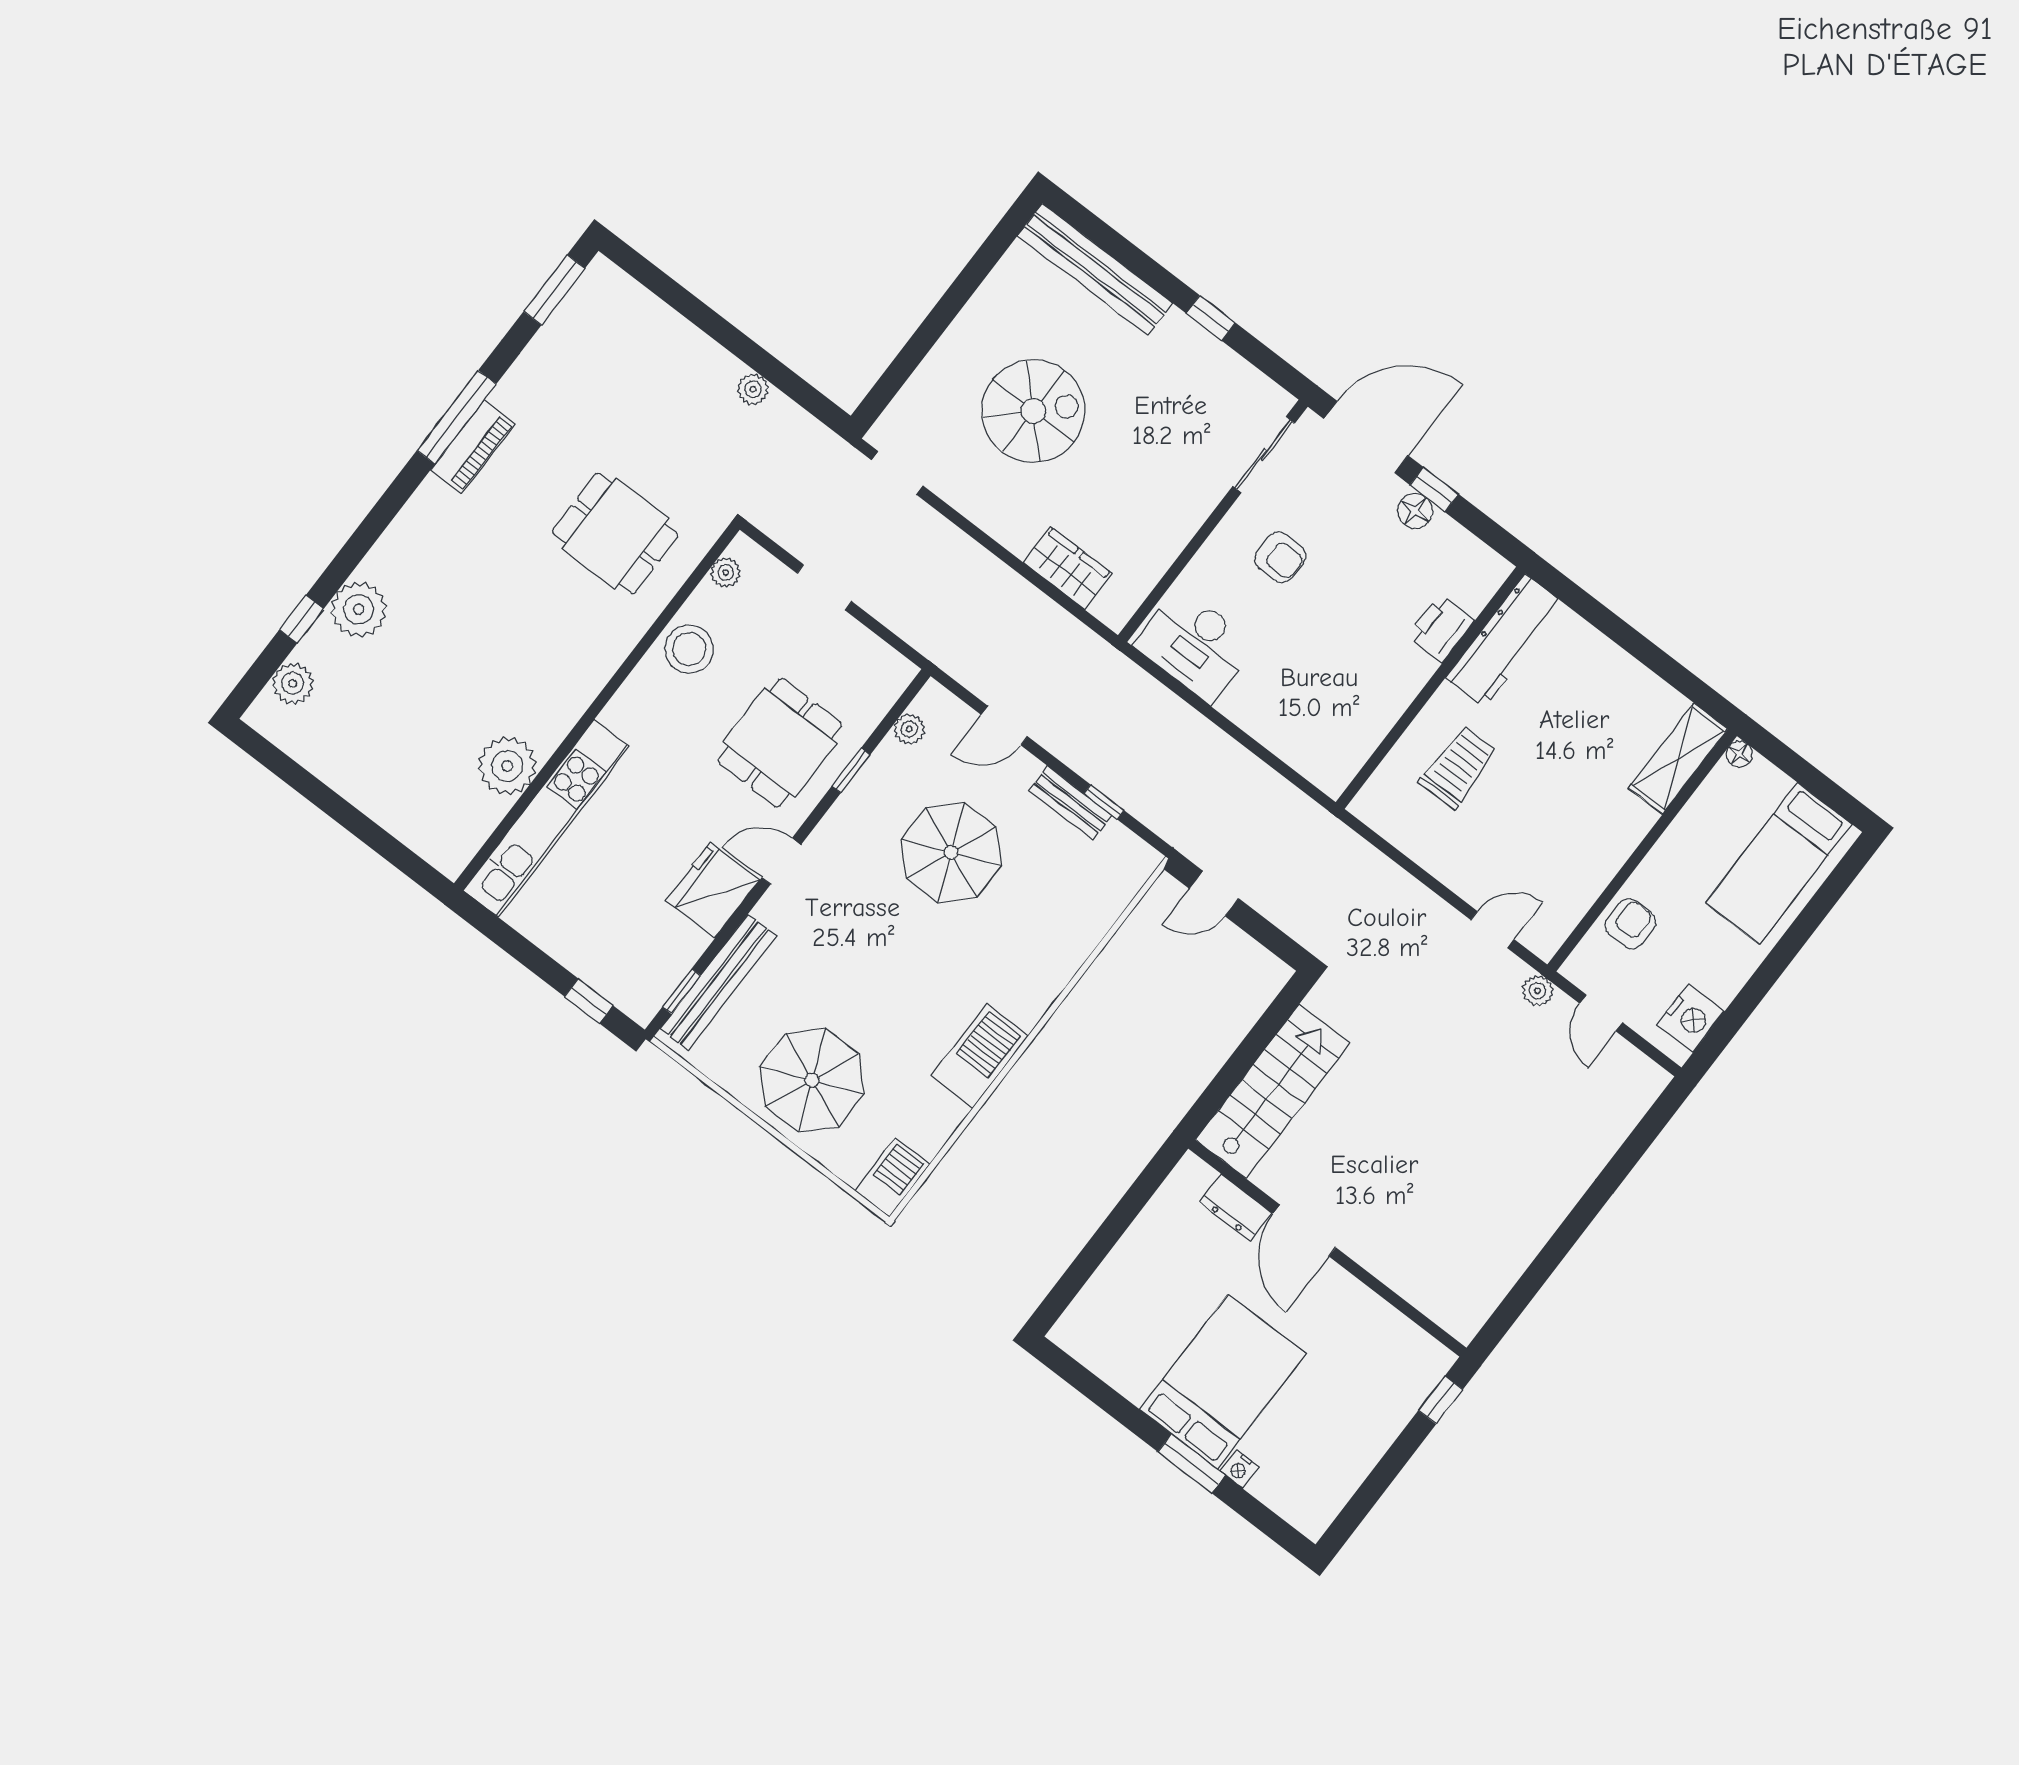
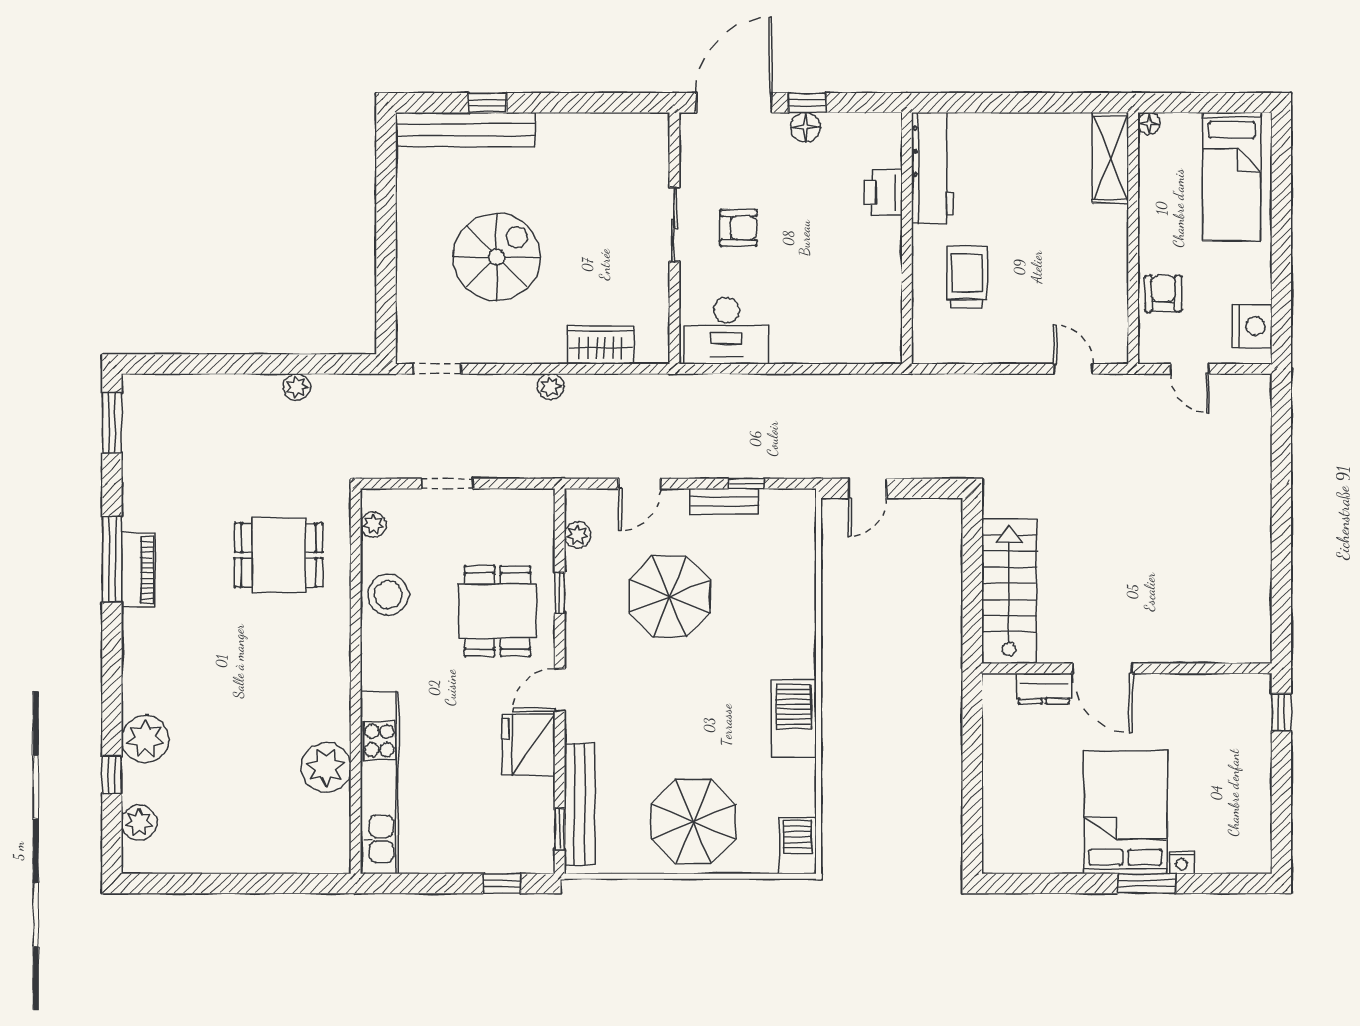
window: (1211, 318) -> (487, 103), moved
sliding door: (1264, 455) -> (674, 224), moved
door: (1492, 930) -> (1074, 369), hinge flipped
plant: (1537, 991) -> (551, 387), moved

